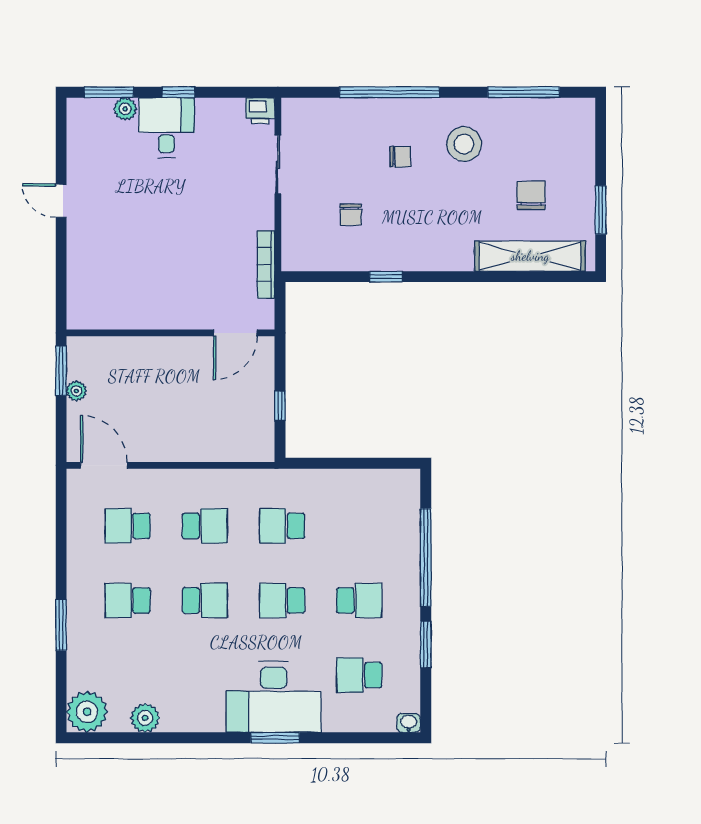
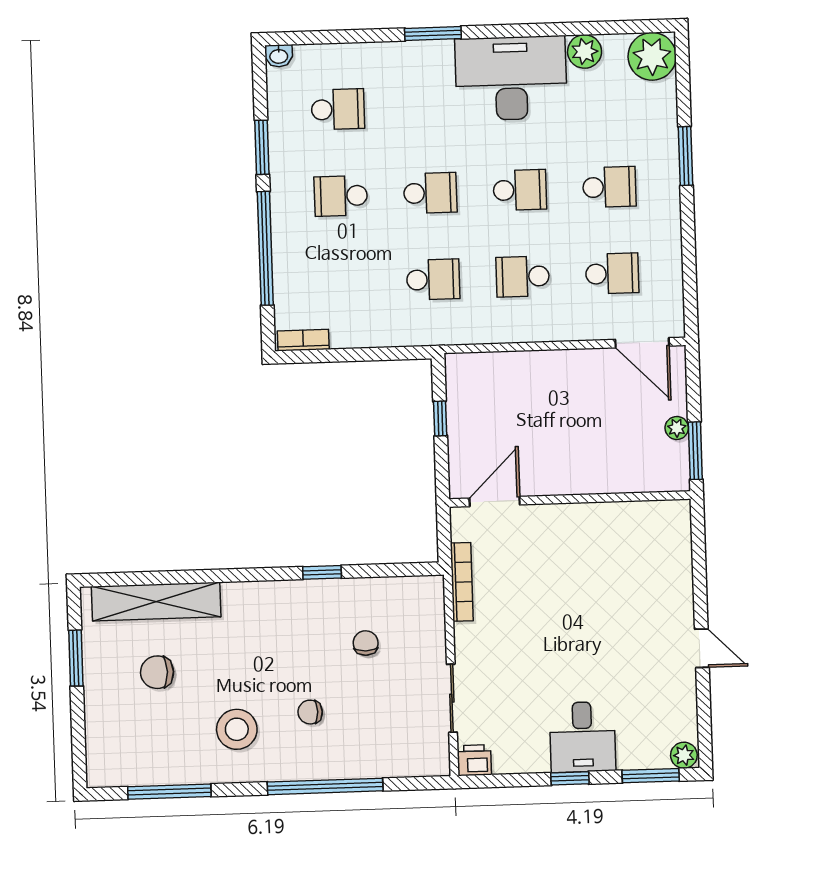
plant: (125, 109) -> (684, 755), moved
chair: (531, 195) -> (157, 672), turned 90
bookcase: (396, 477) -> (303, 340), added
school desk: (205, 600) -> (520, 190), turned 180
desk: (274, 697) -> (511, 78), moved

